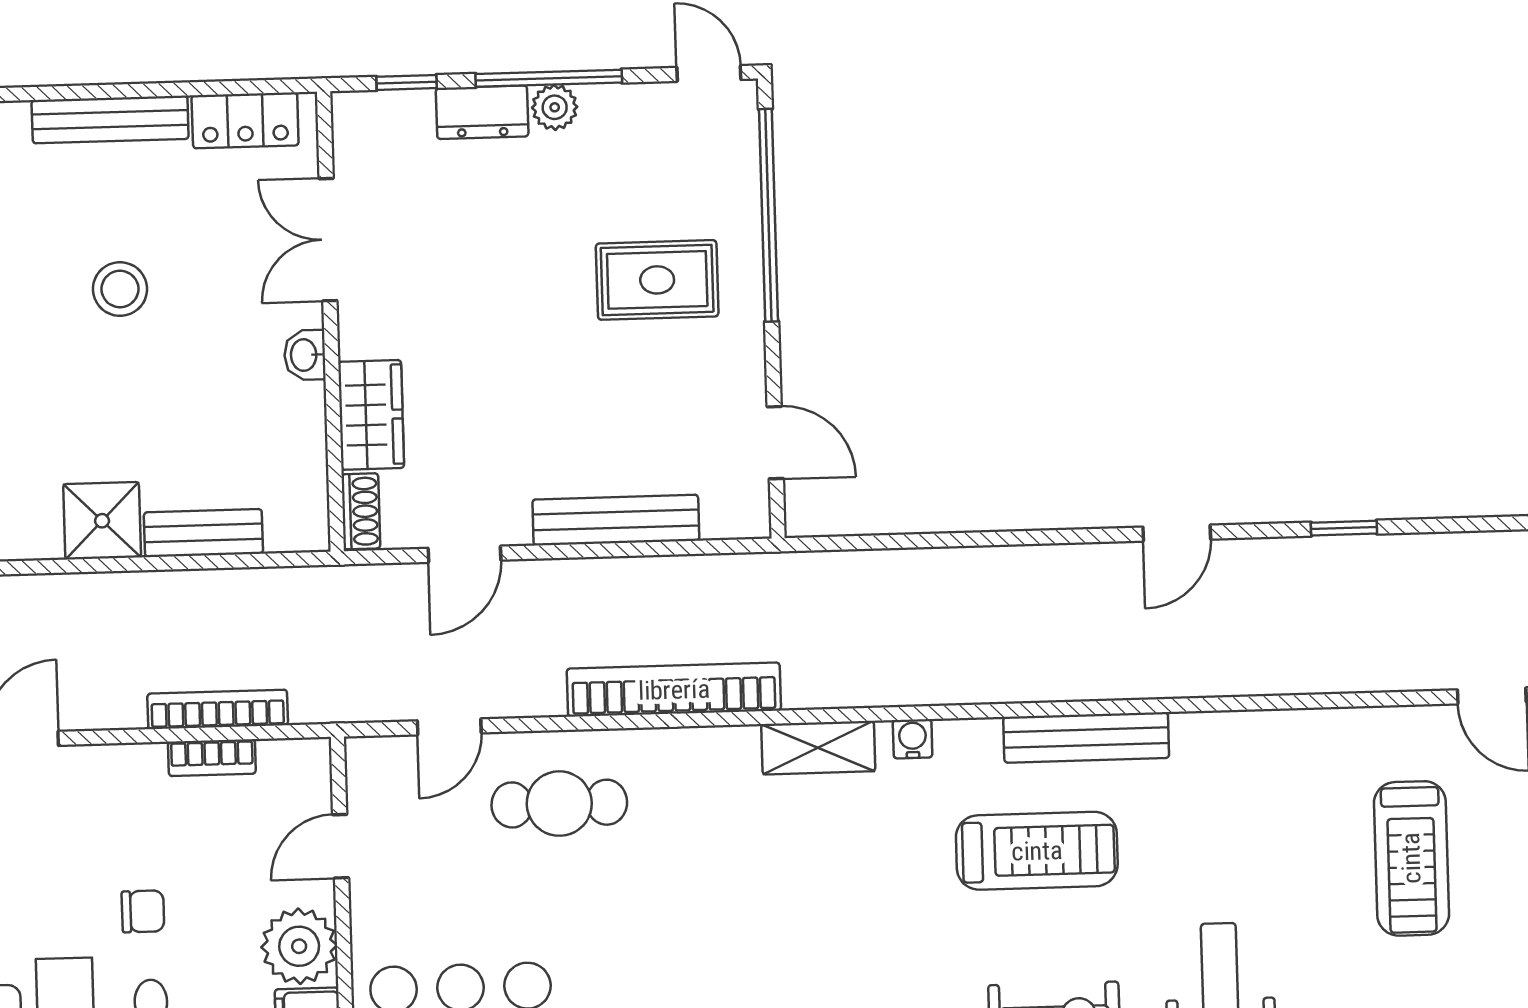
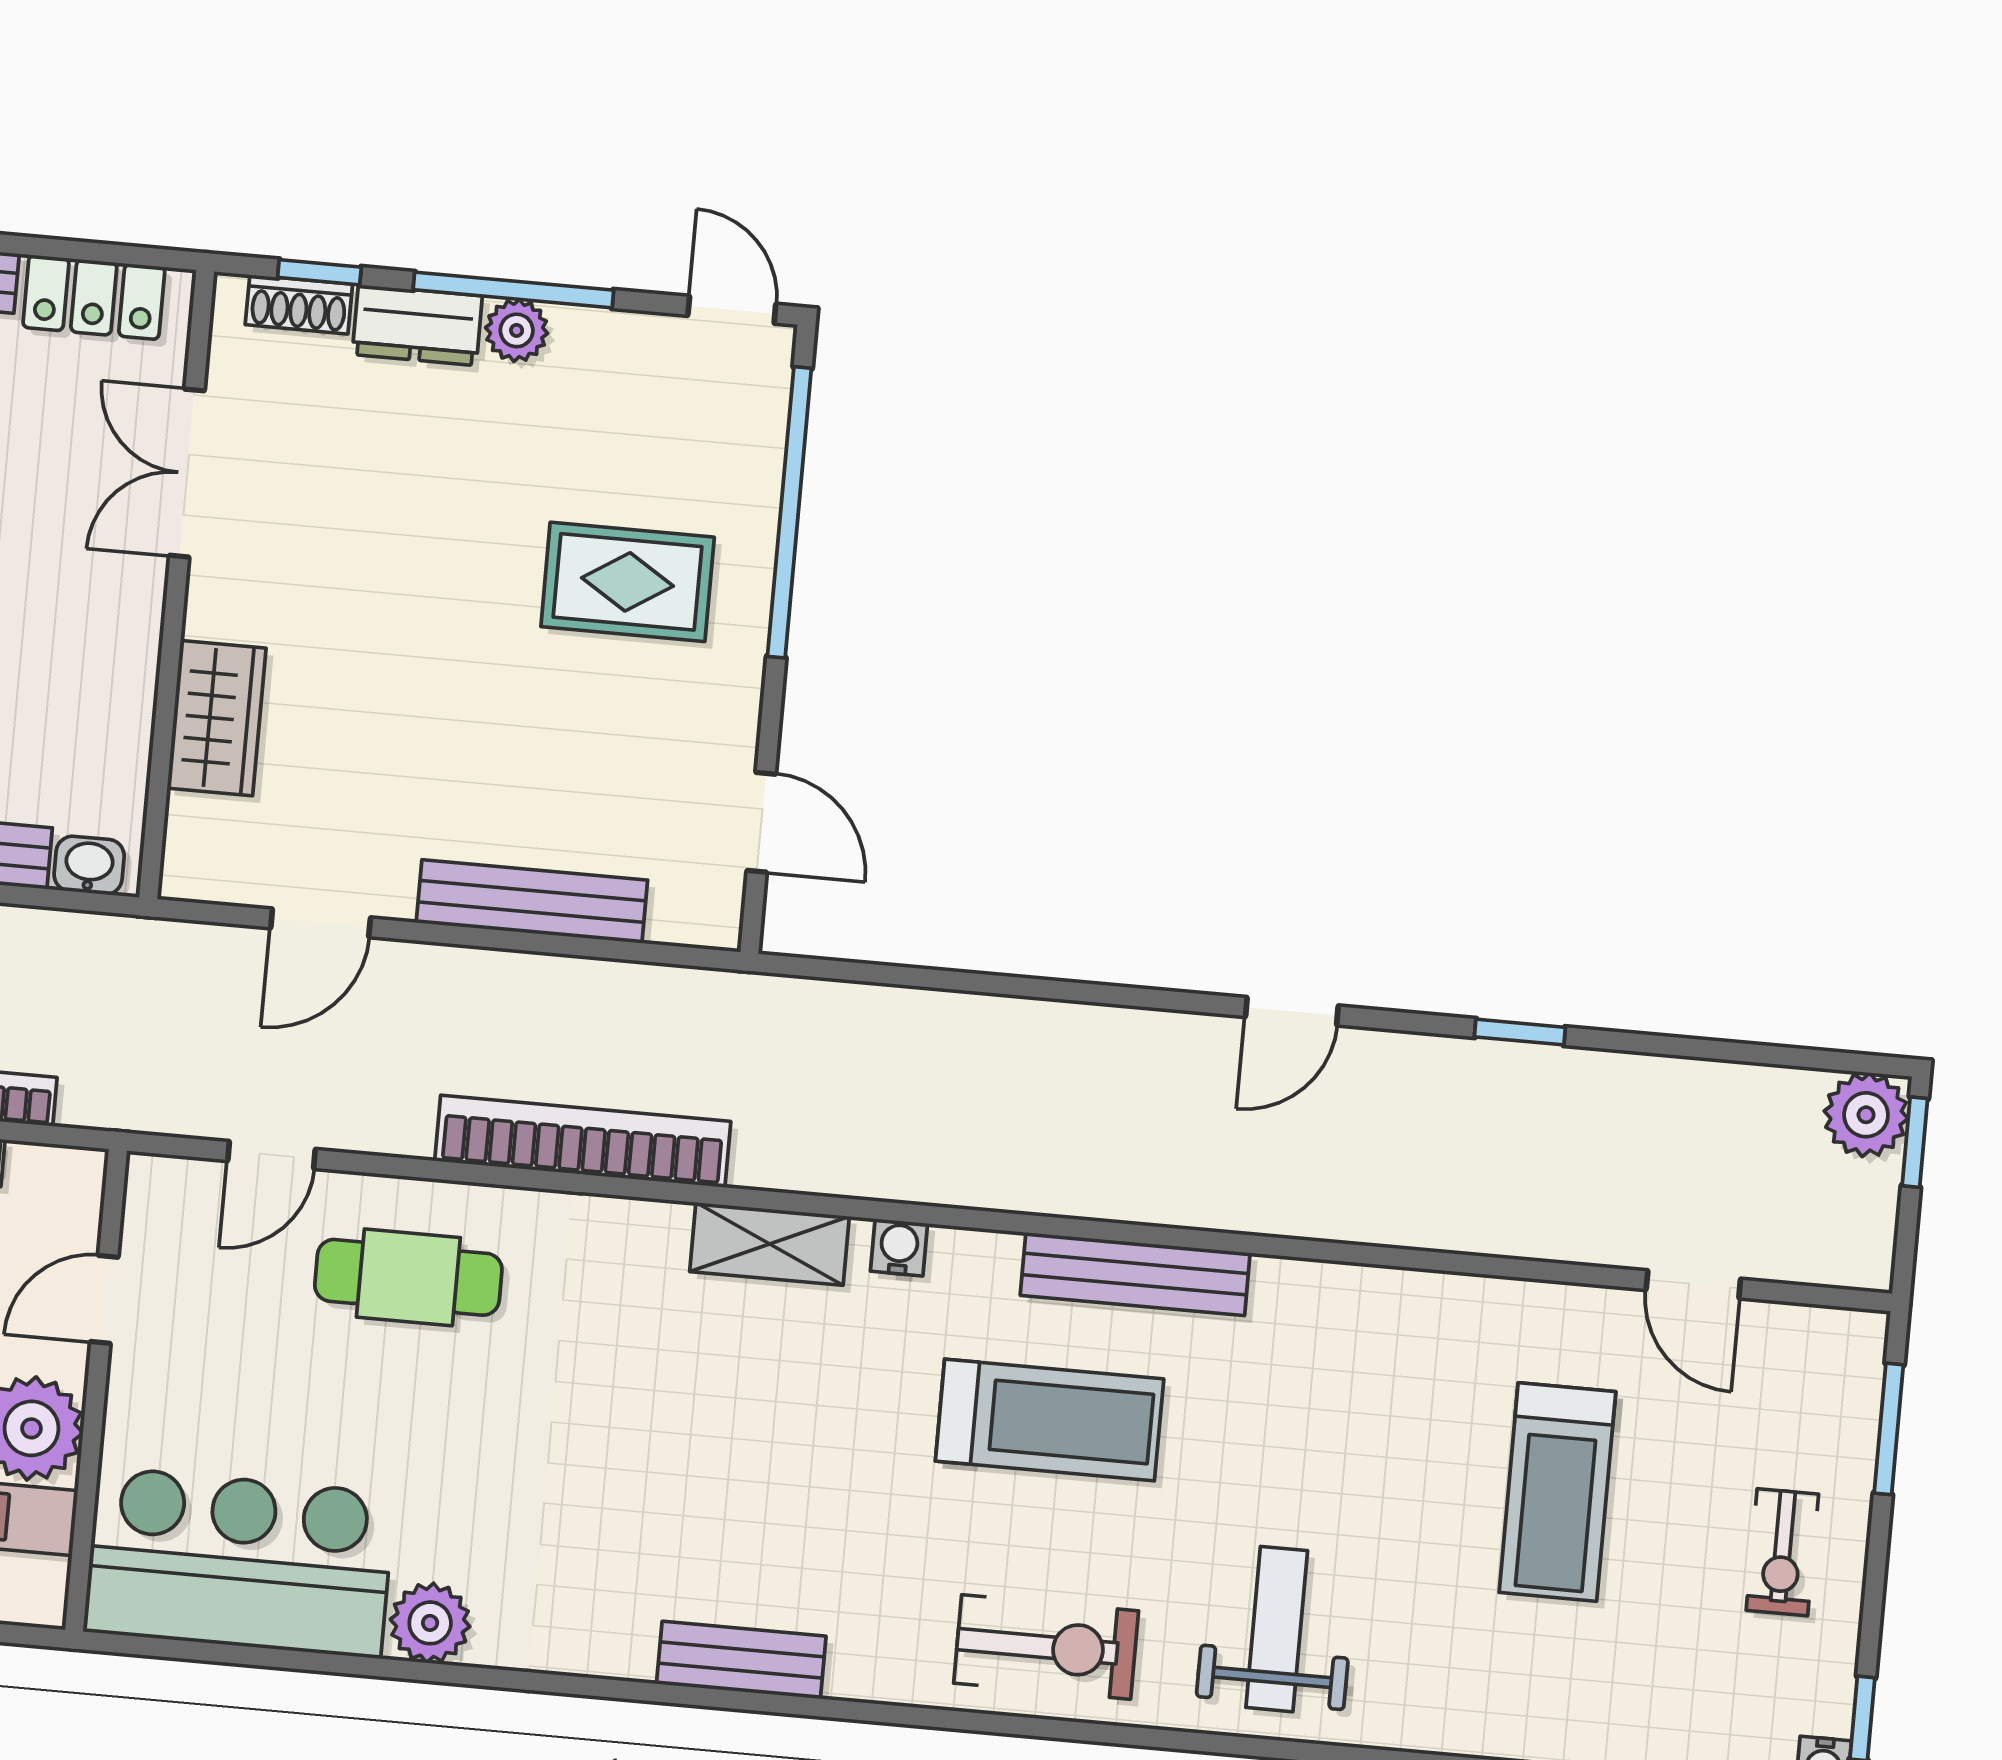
washbasin: (305, 355) -> (89, 865), moved, turned 90
shoe rack: (361, 511) -> (299, 304), moved, turned 90

